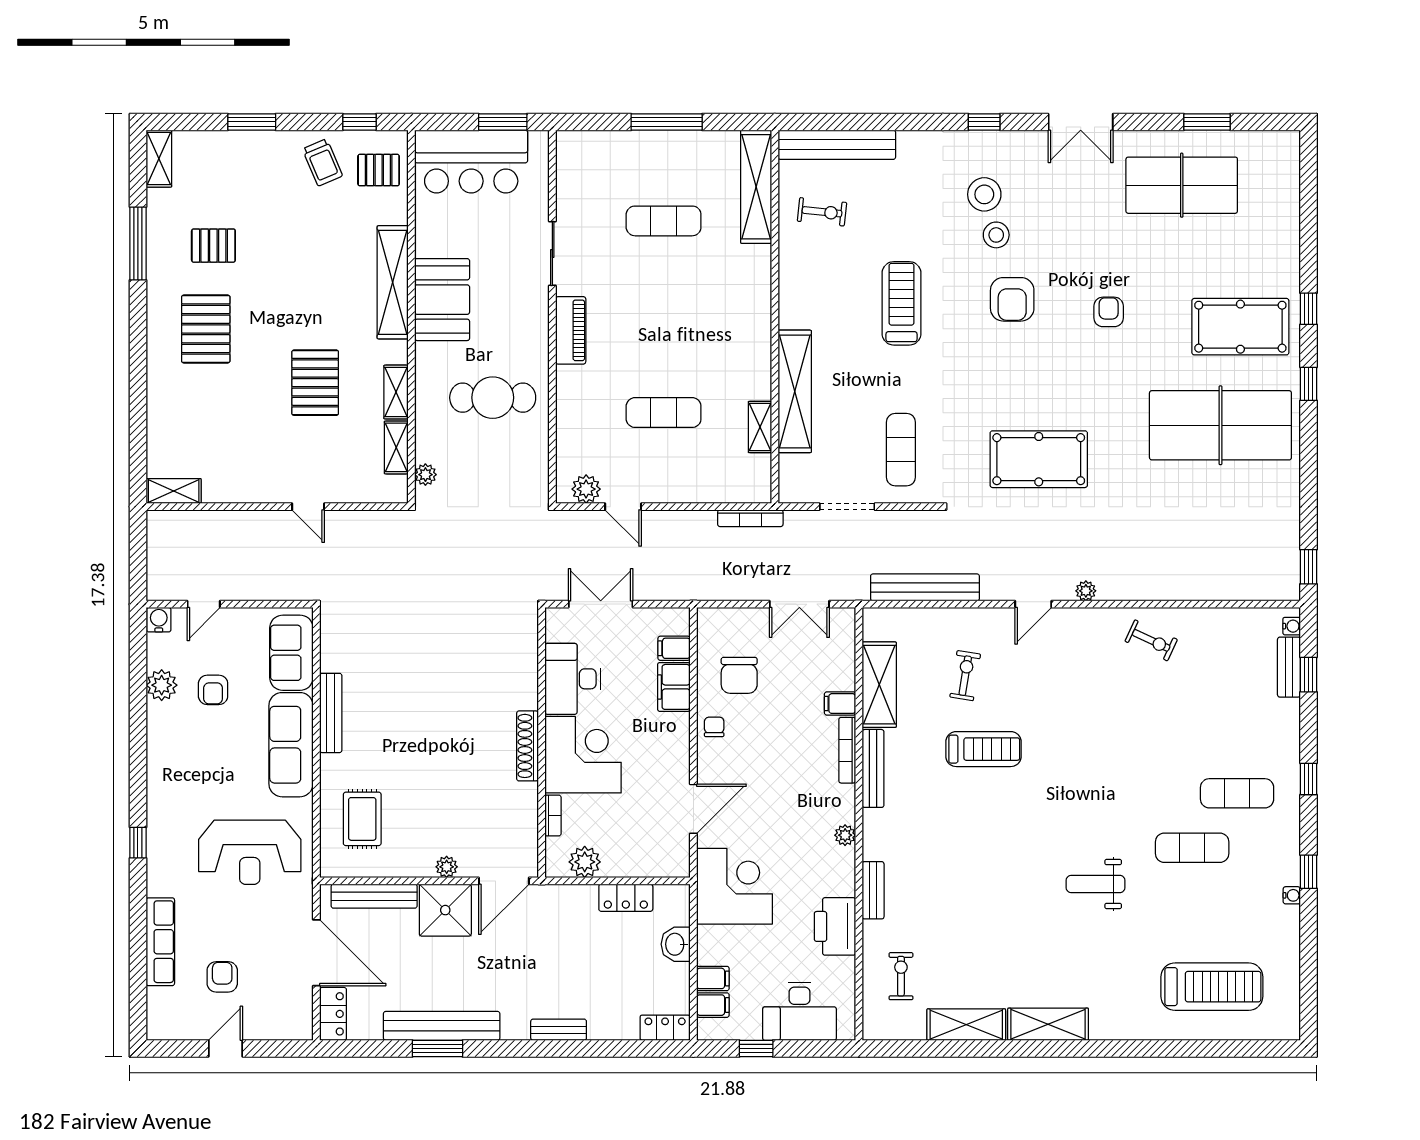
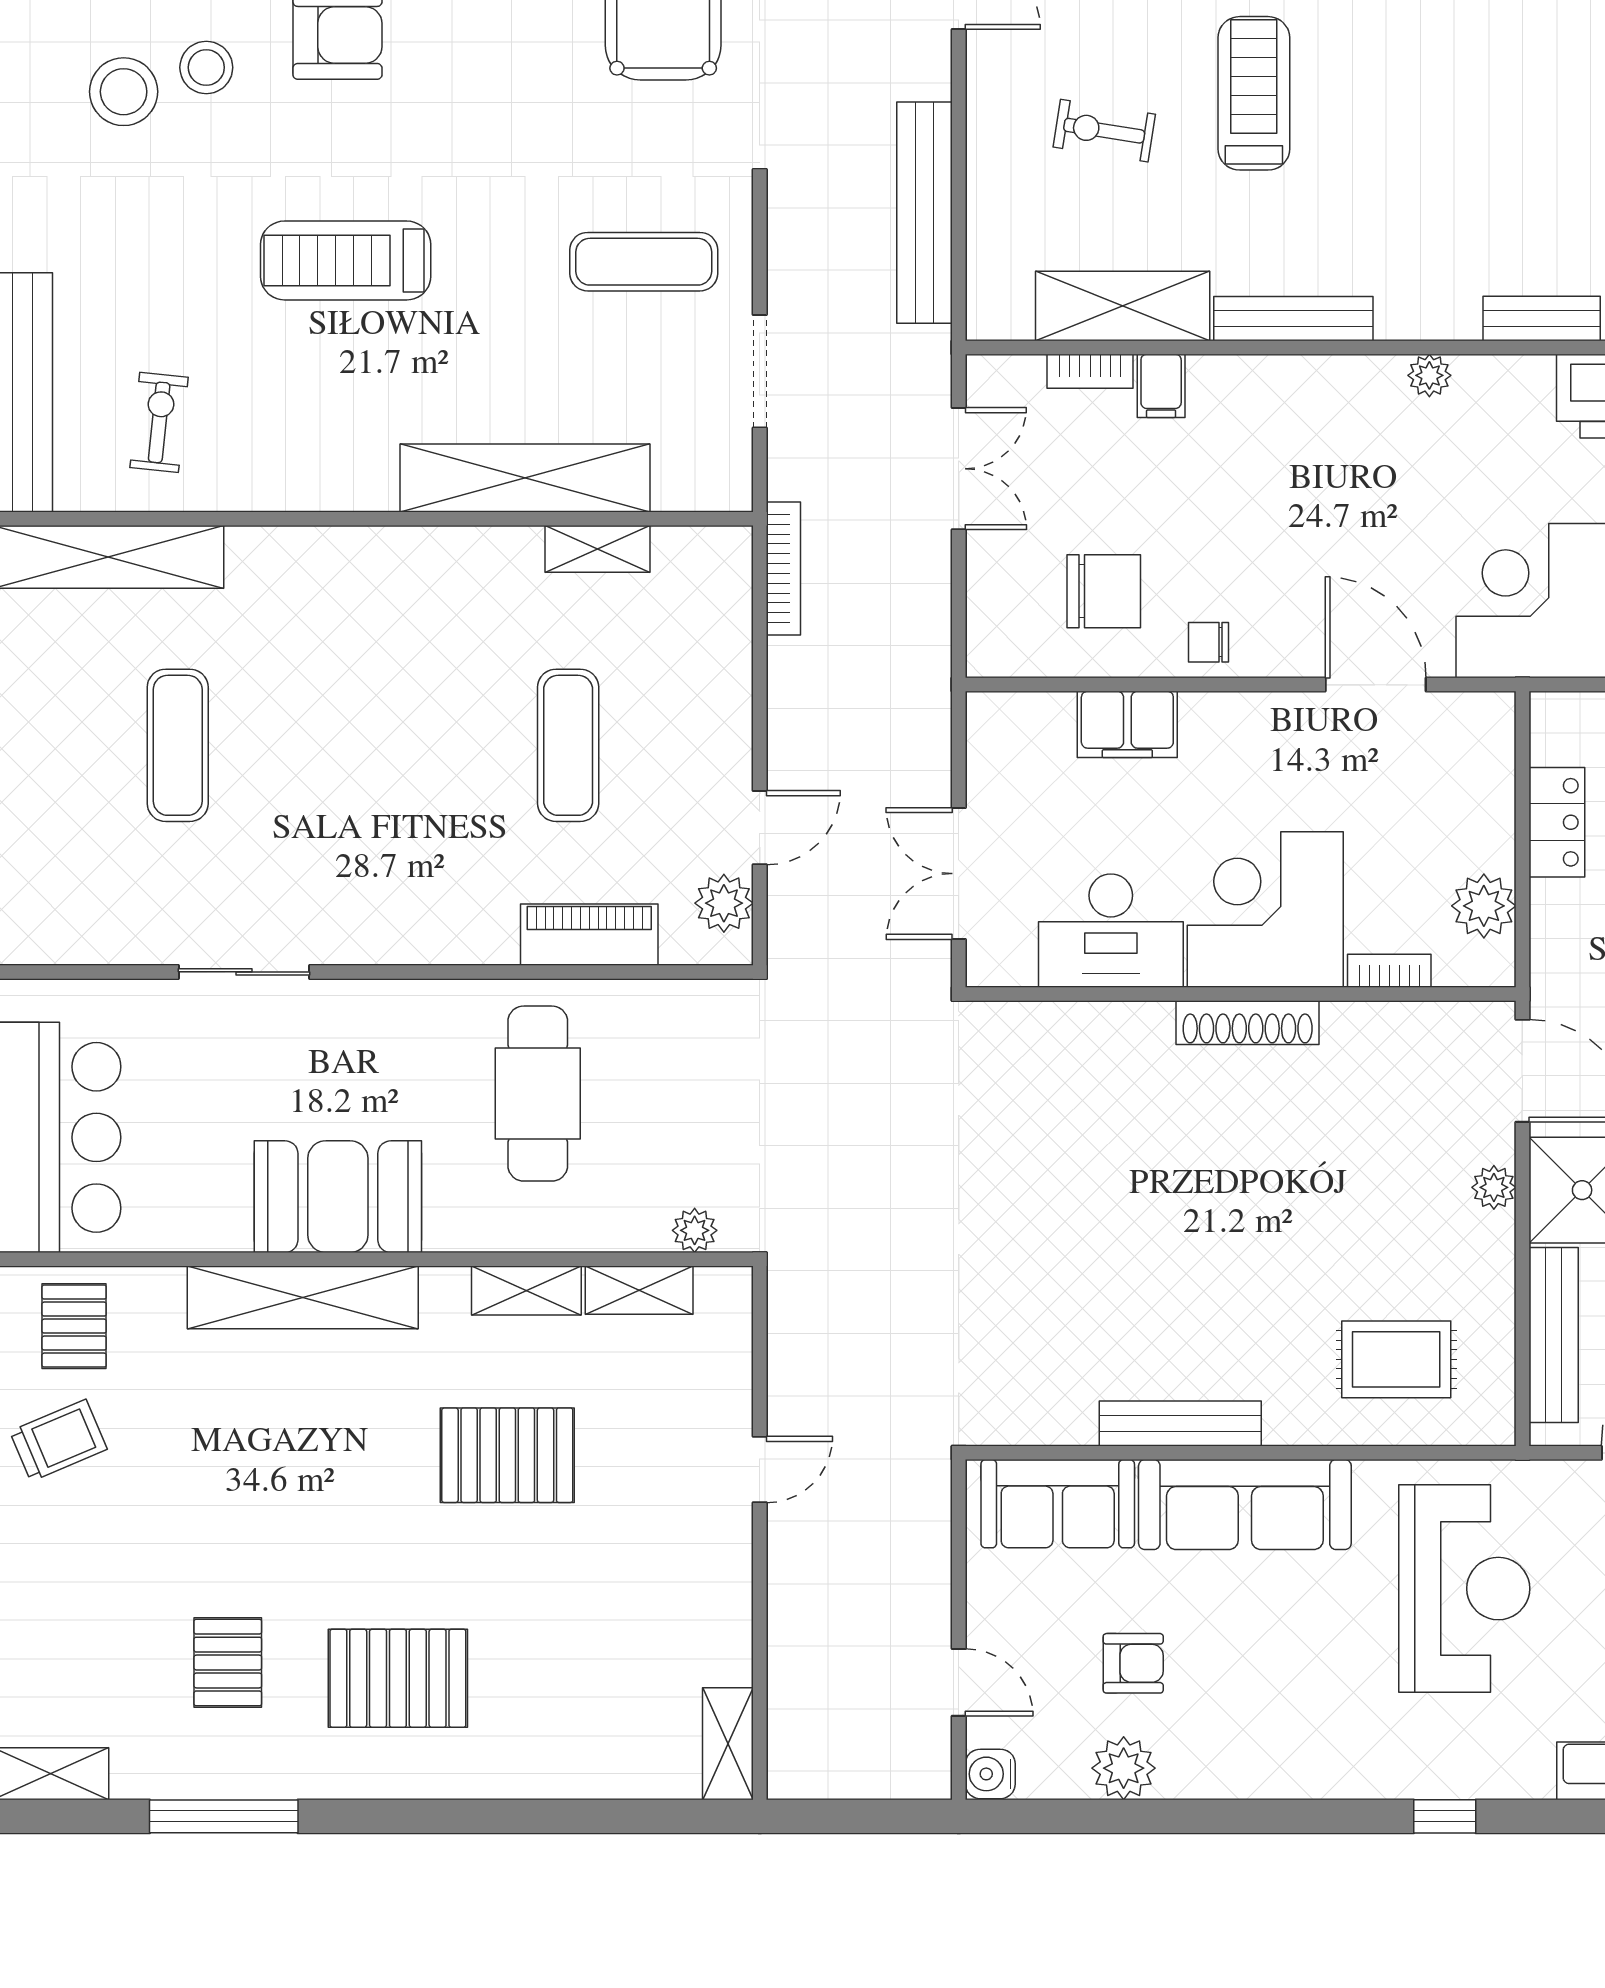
piano: (571, 330) -> (589, 935), moved
filing cabinet: (674, 648) -> (1048, 724), removed
bookcase: (847, 750) -> (1090, 371), moved, width x0.64

